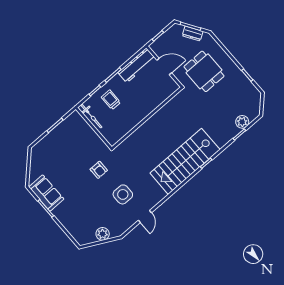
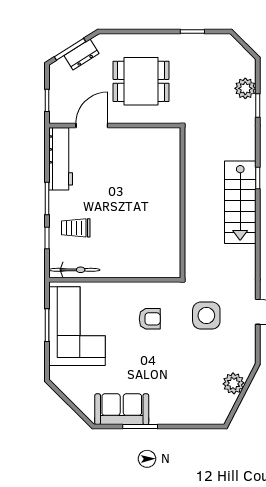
wall: (147, 118) -> (182, 203), moved
corner sofa: (67, 139) -> (77, 326), added
stairs: (185, 161) -> (240, 202), width x0.73, depth x0.66

